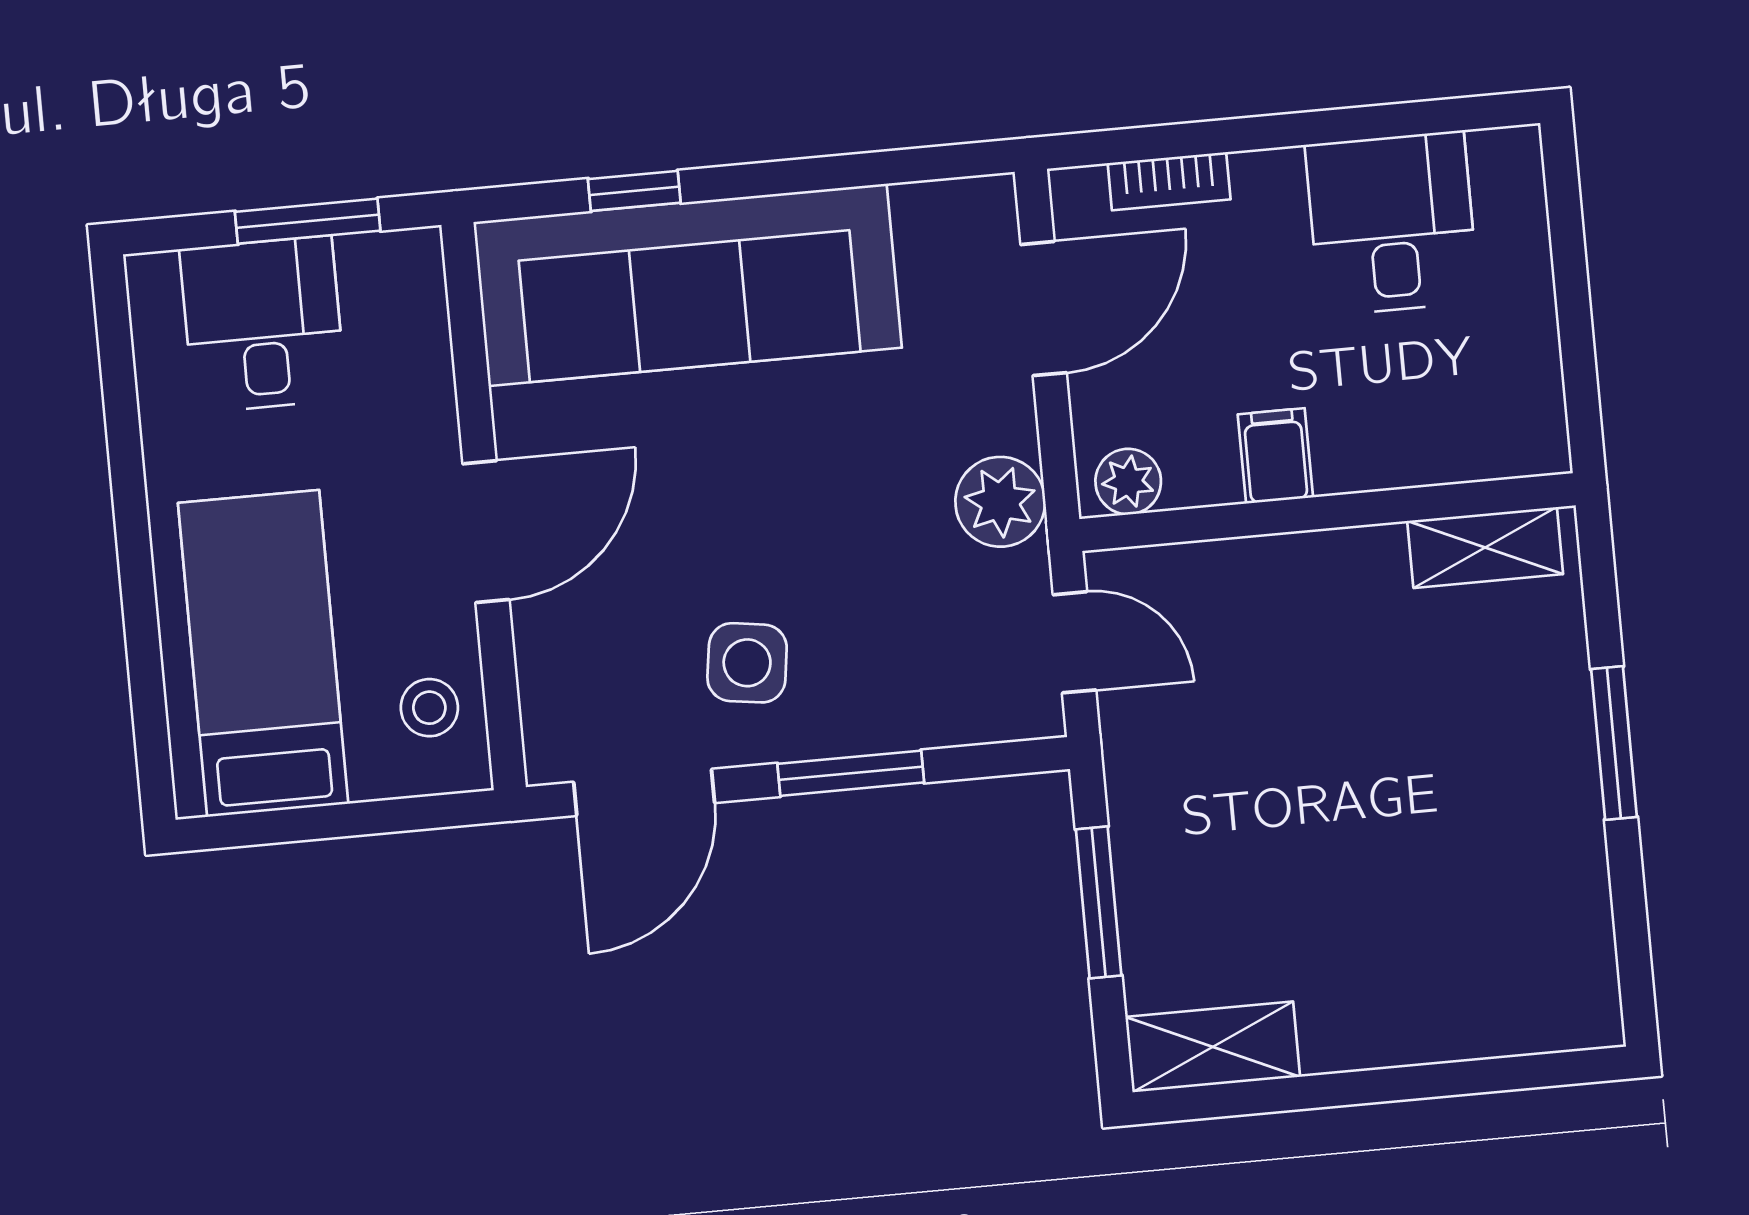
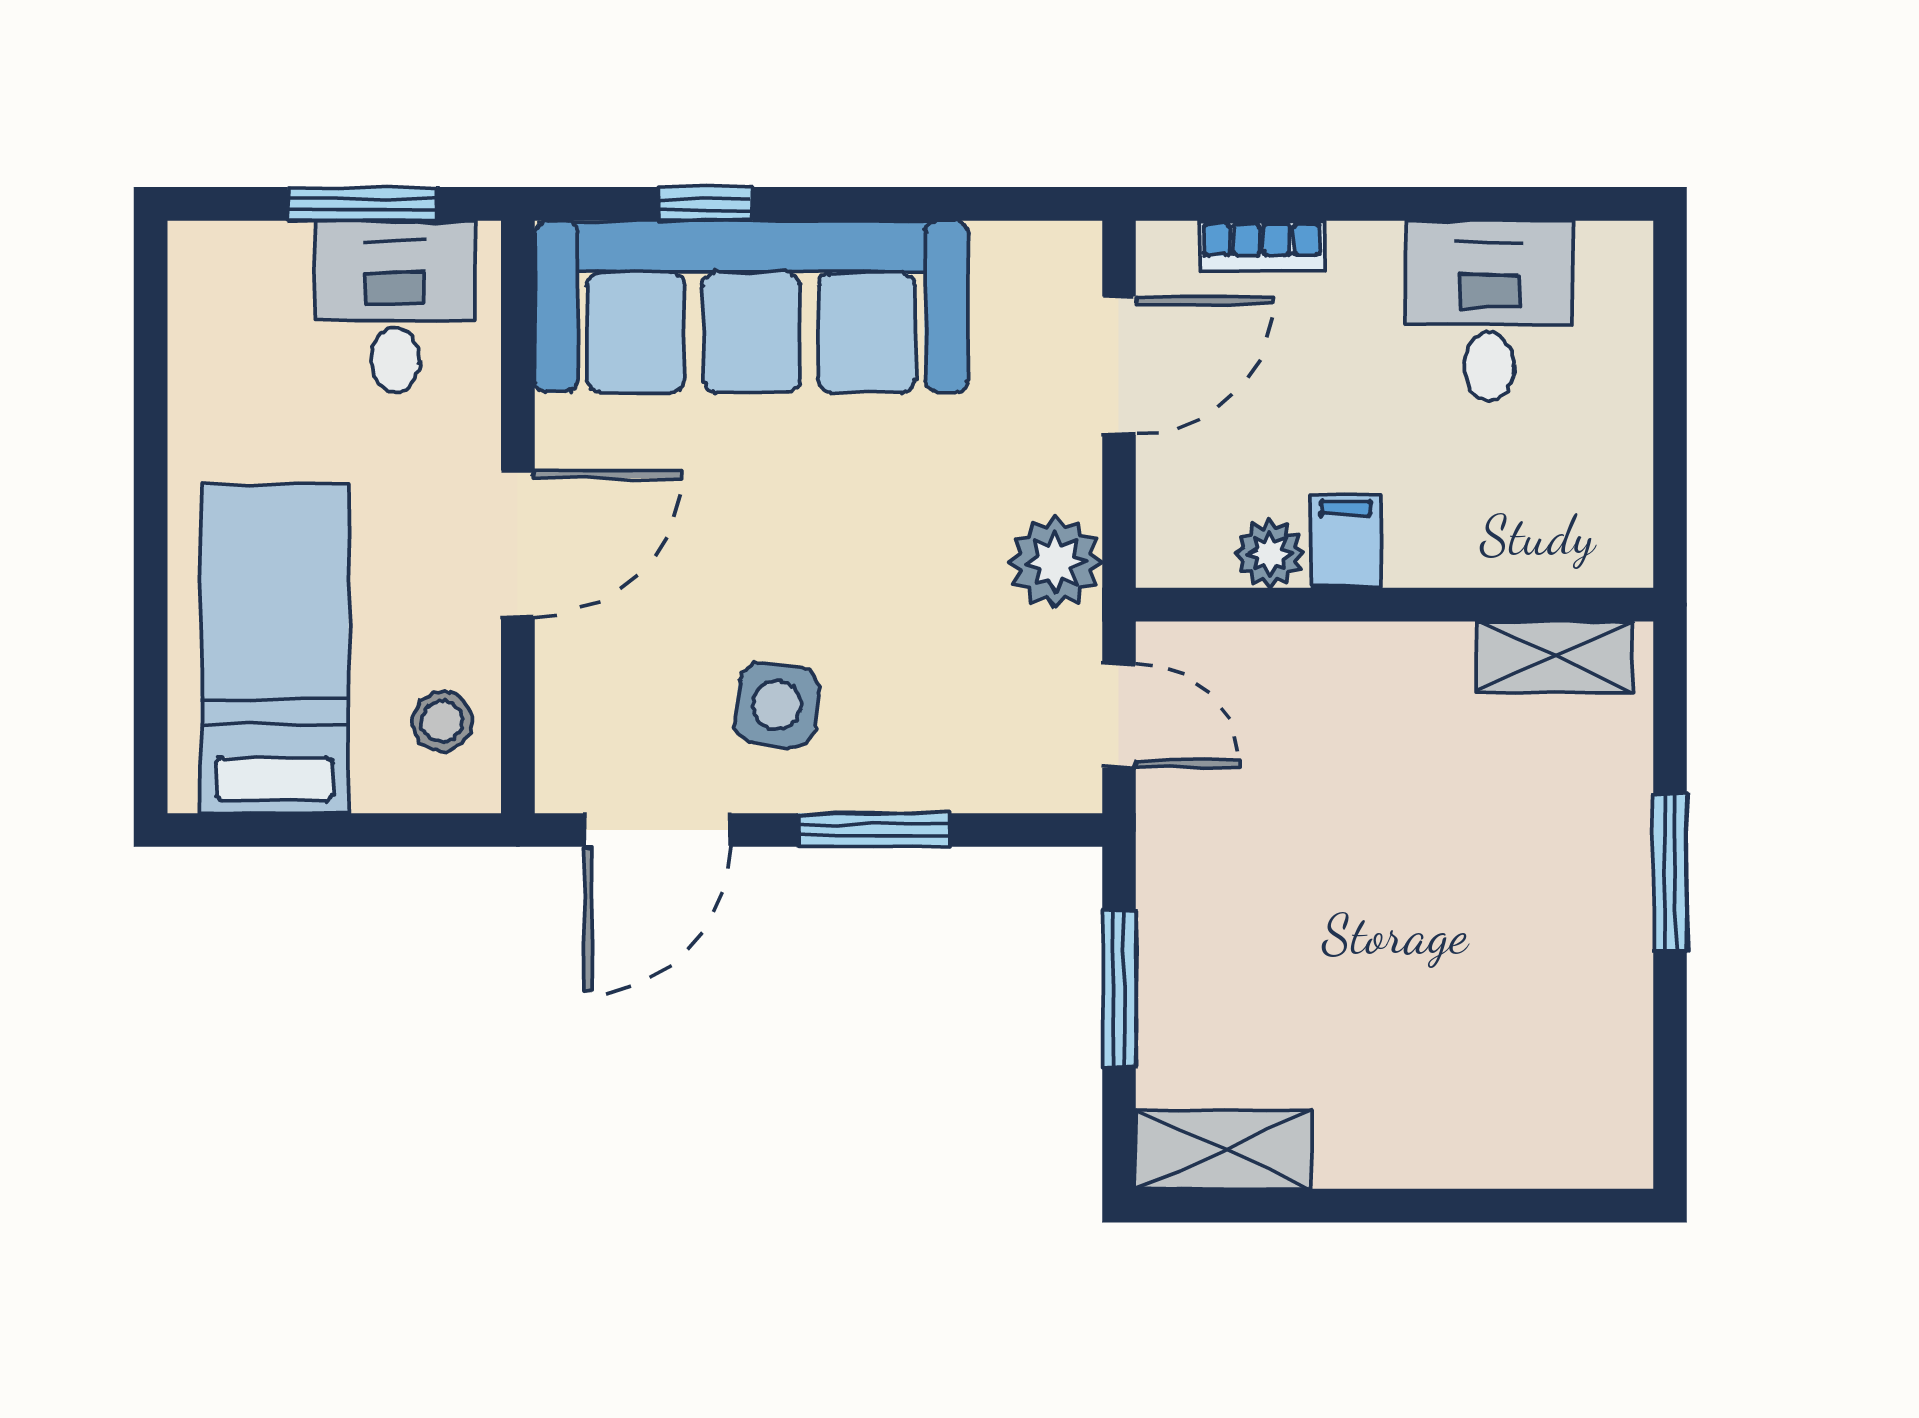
desk: (263, 324) -> (395, 307), moved
plant: (1128, 482) -> (1270, 554), moved

